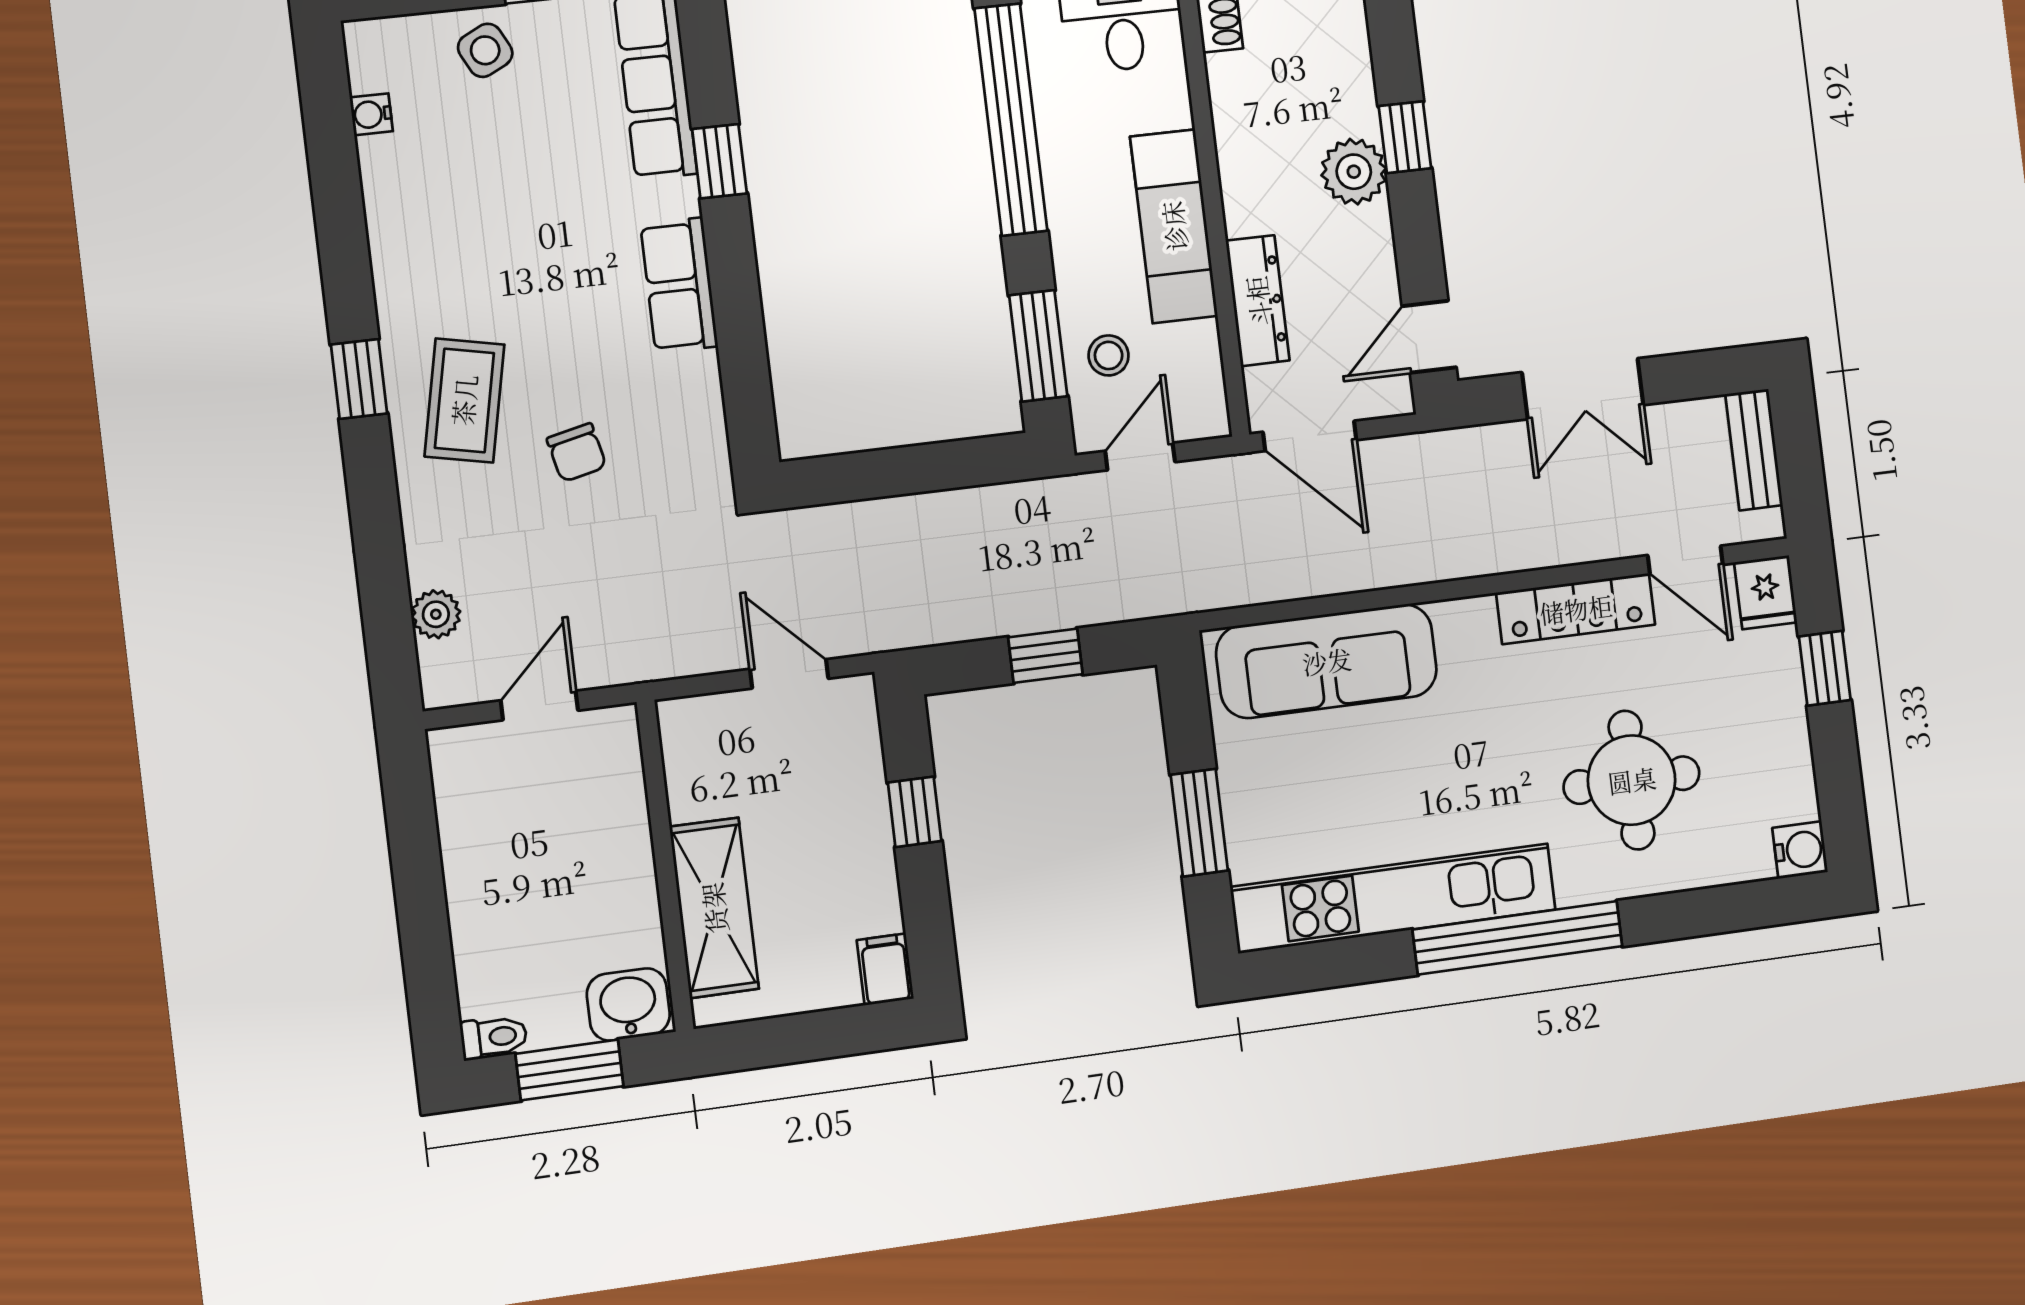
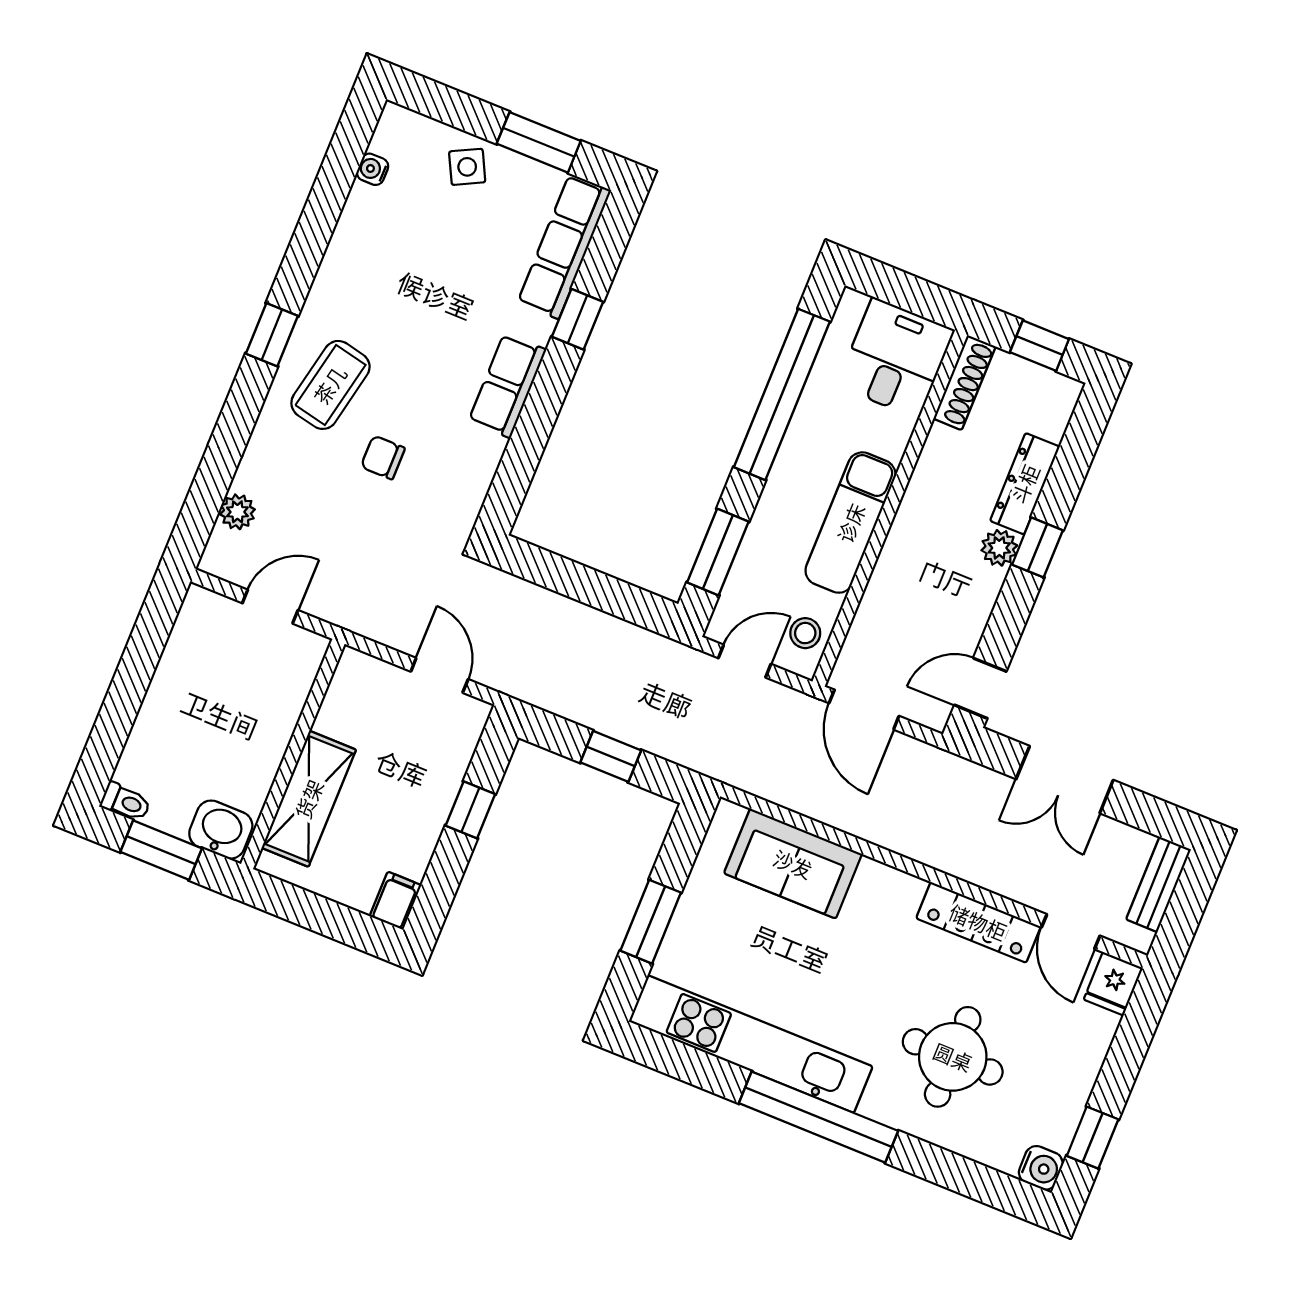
plant: (1354, 172) -> (999, 548), width x0.73, depth x0.73
dresser: (1258, 301) -> (1025, 484), moved, turned 180
stool: (1109, 355) -> (805, 633), moved
chair: (577, 453) -> (383, 457), turned 103
sofa: (1327, 661) -> (793, 864), width x0.73
window: (1825, 668) -> (1093, 1138), moved

